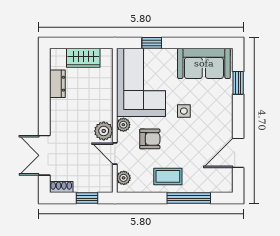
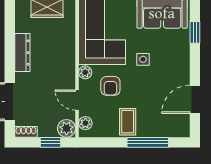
dresser: (57, 84) -> (22, 53), moved, width x1.44
plant: (104, 131) -> (66, 128), moved
armchair: (150, 139) -> (110, 86), turned 90
coffee table: (168, 176) -> (128, 122), turned 90

